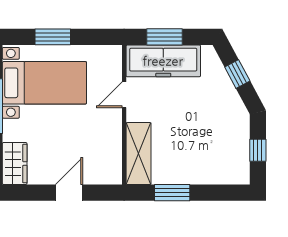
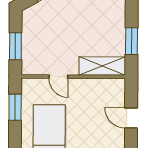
window: (53, 37) -> (15, 107), moved
freezer: (163, 61) -> (33, 47), removed

